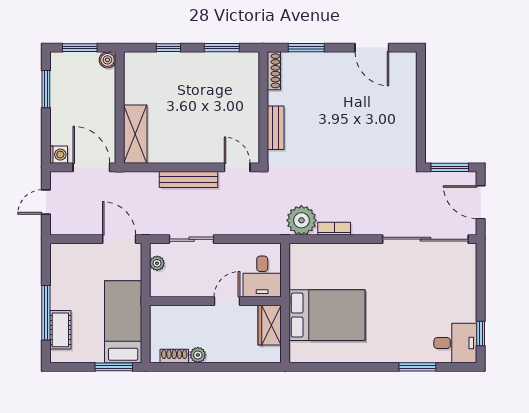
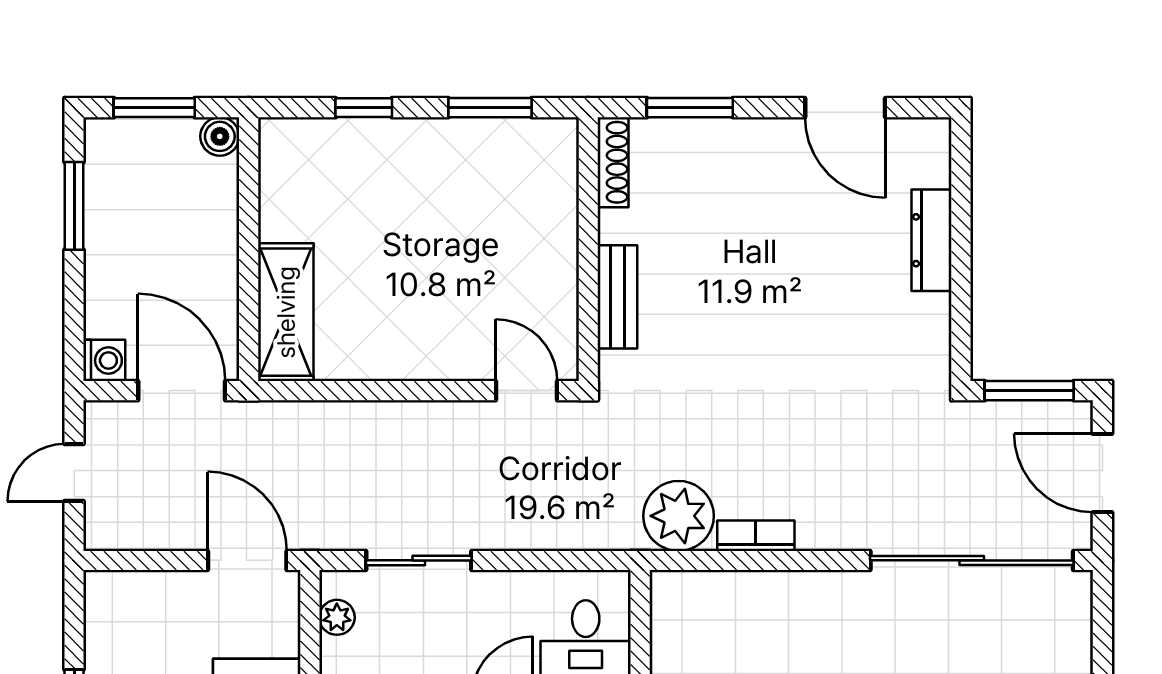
dresser: (408, 104) -> (932, 240), added
bench: (189, 180) -> (412, 419), removed

